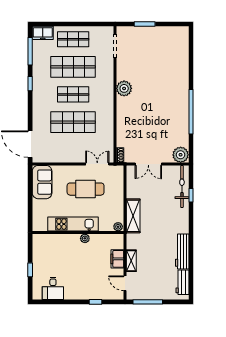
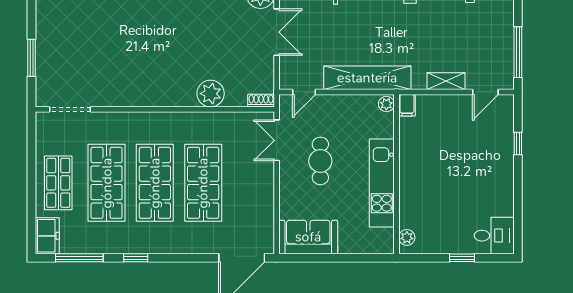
plant: (124, 88) -> (211, 94), moved
shop shelf: (73, 94) -> (155, 183), width x1.43, depth x1.36
double door: (148, 164) -> (277, 32), moved
door: (125, 180) -> (304, 92), added
cafe table: (86, 189) -> (320, 161), width x0.73, depth x0.74
shelving: (133, 216) -> (367, 78), width x1.47
plant: (85, 238) -> (407, 237), moved
filing cabinet: (117, 259) -> (407, 105), moved, width x0.50
desk: (53, 288) -> (494, 236), moved

